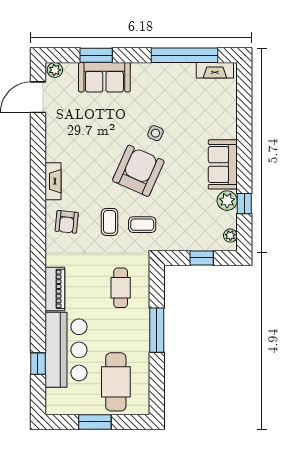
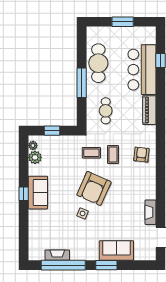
window: (96, 55) -> (106, 265), moved
plant: (55, 70) -> (149, 255), removed
fireplace: (215, 70) -> (57, 255), moved
fireplace: (53, 181) -> (150, 212), moved
plant: (227, 201) -> (35, 157), moved
window: (244, 204) -> (24, 194), moved
cafe table: (116, 382) -> (98, 63), moved

